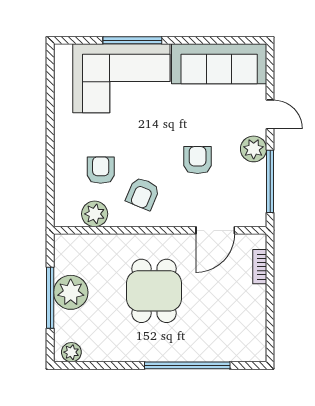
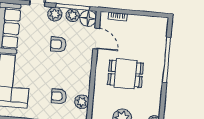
plant: (254, 182) -> (73, 15), added
armchair: (143, 194) -> (73, 75), removed
floor lamp: (251, 212) -> (88, 18), added

